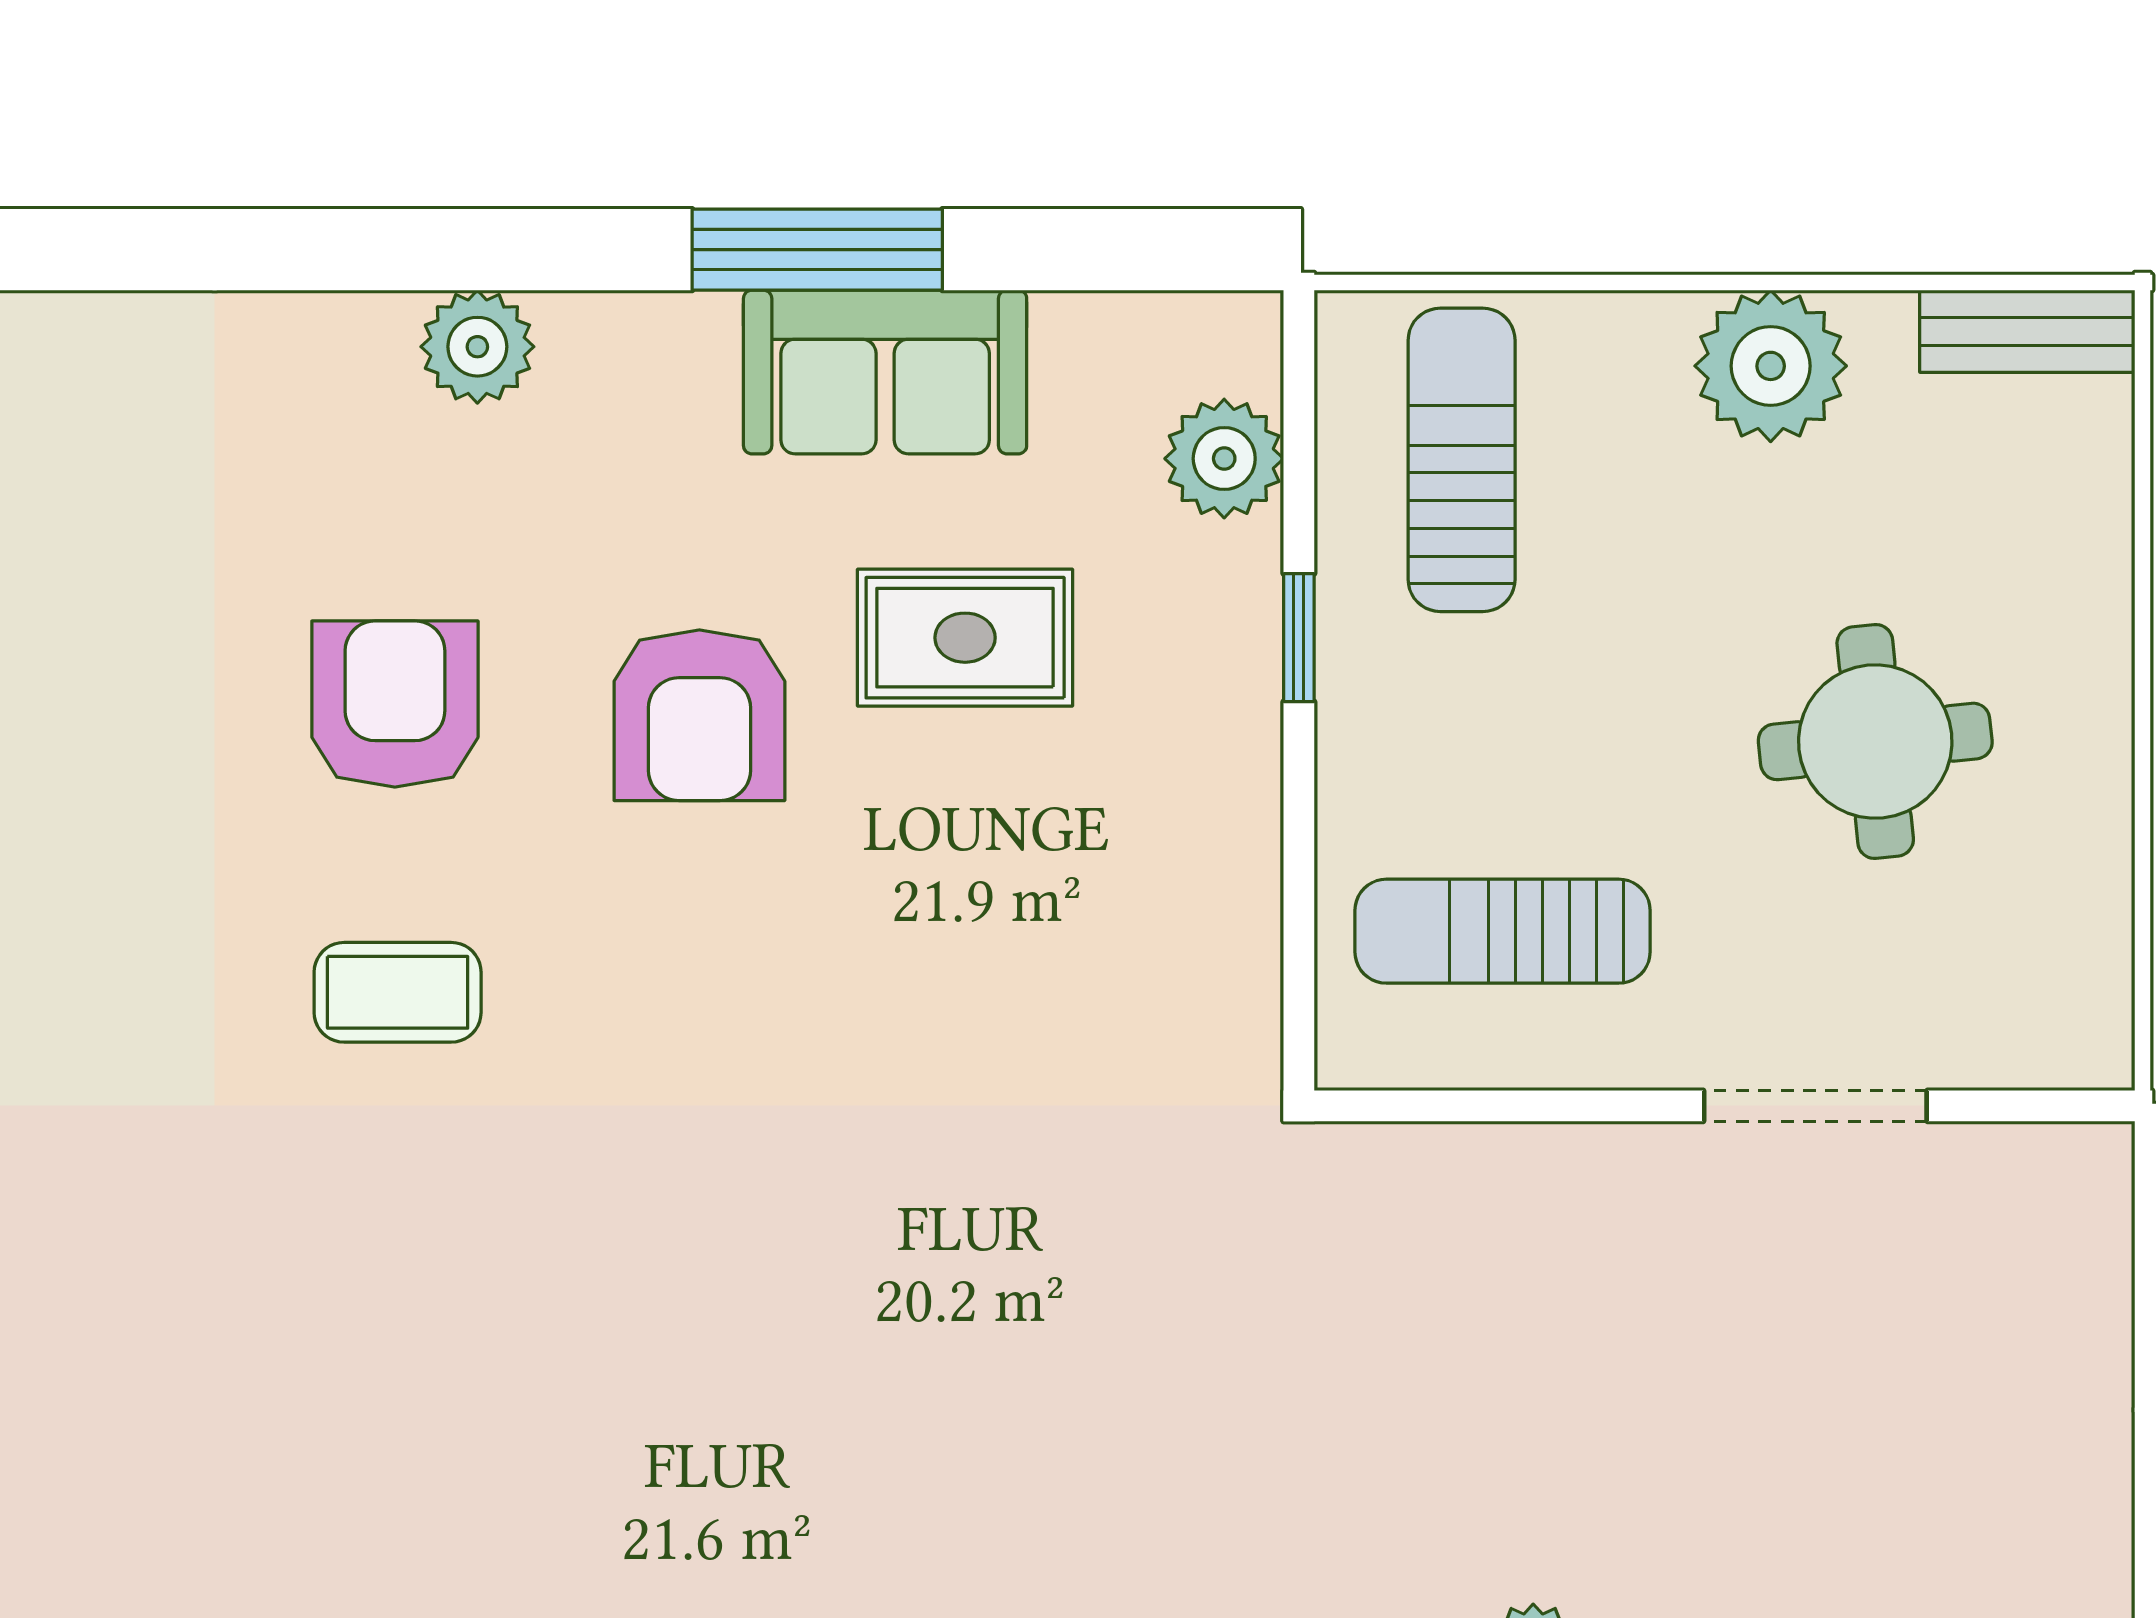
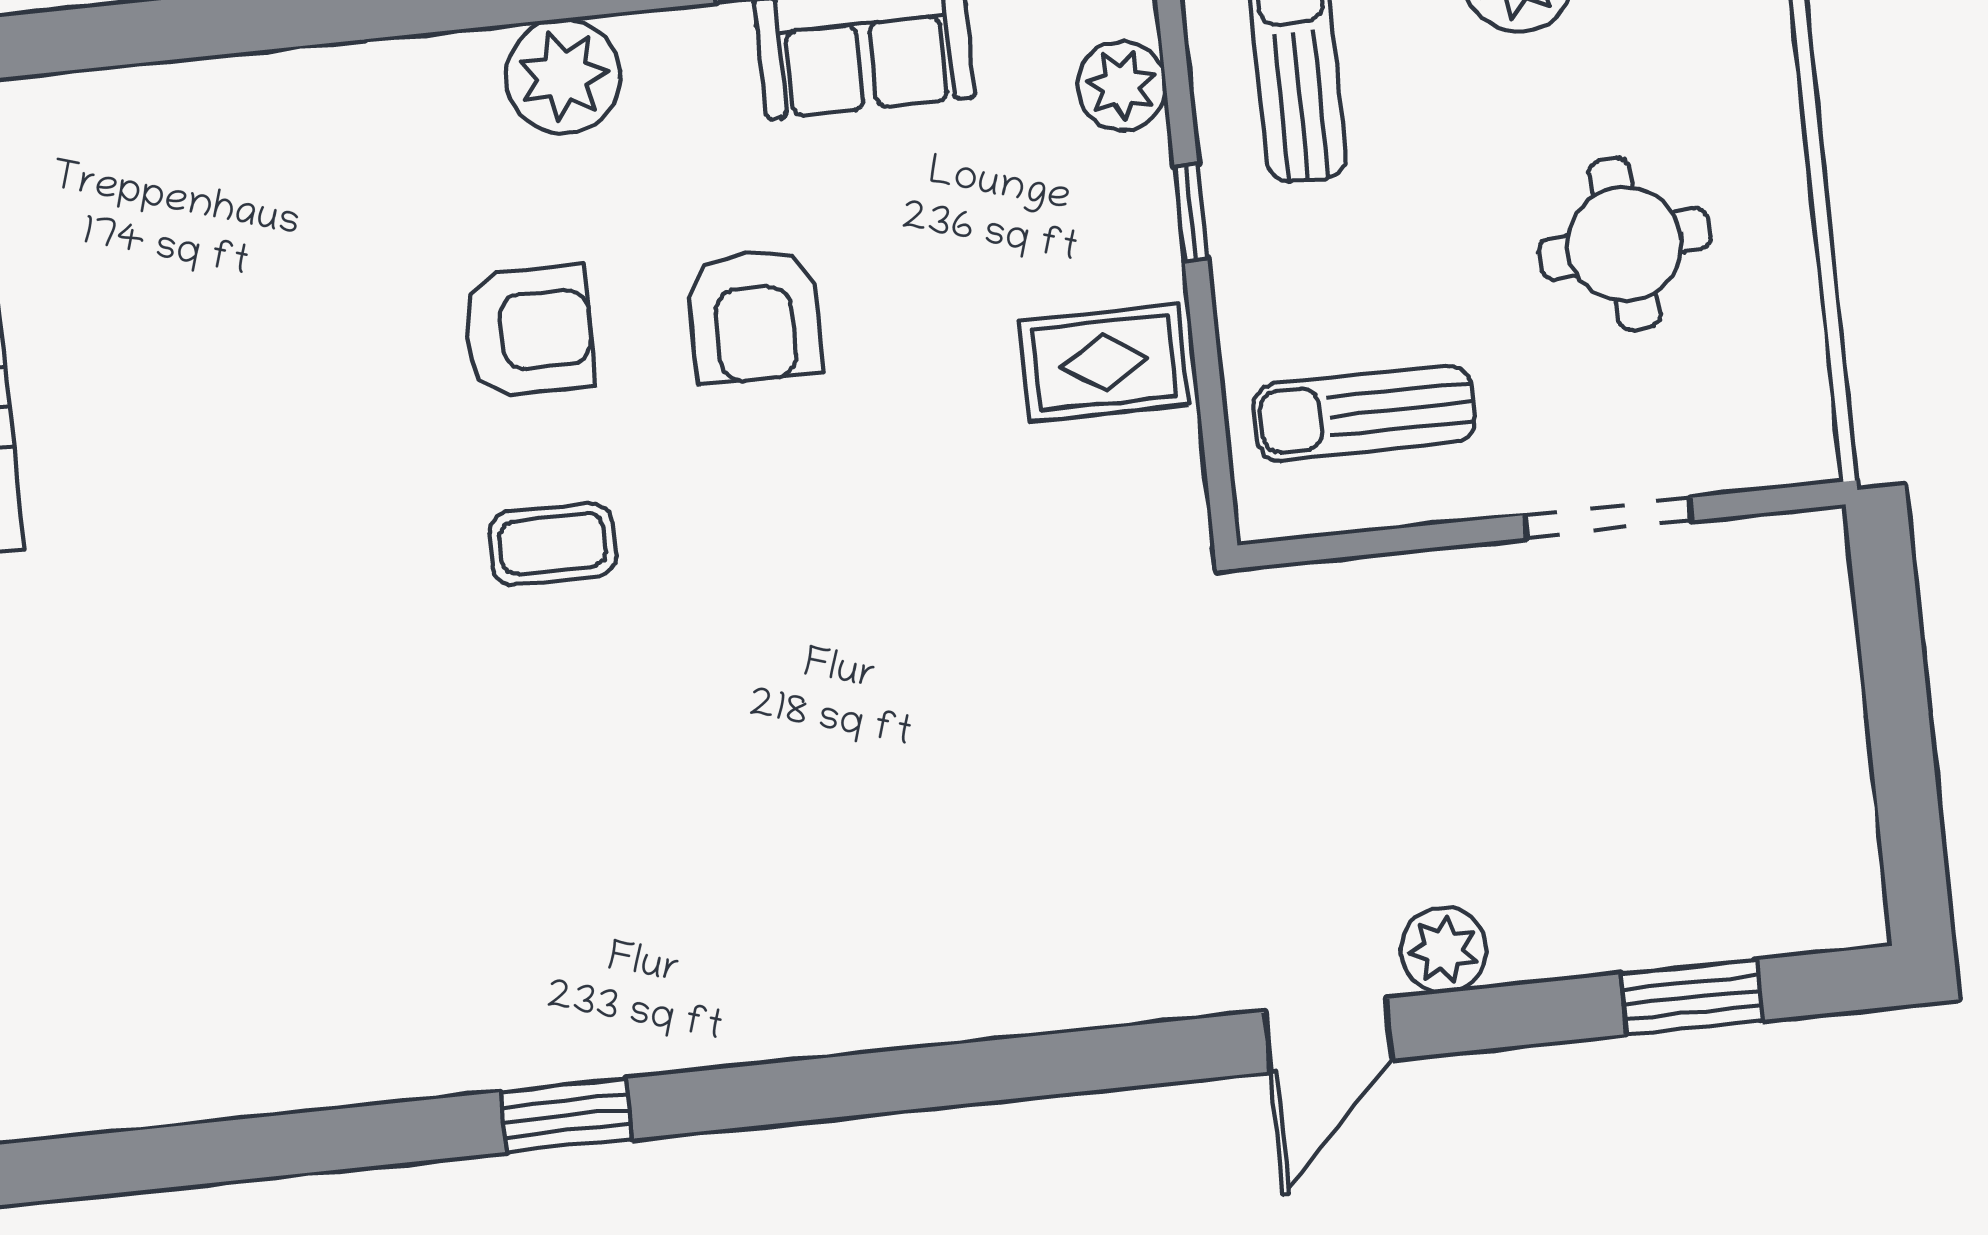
plant: (477, 347) -> (563, 76), width x1.36, depth x1.36
rug: (965, 638) -> (1104, 363), moved
armchair: (395, 704) -> (528, 331), turned 90

